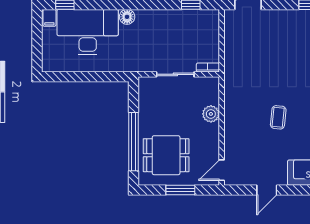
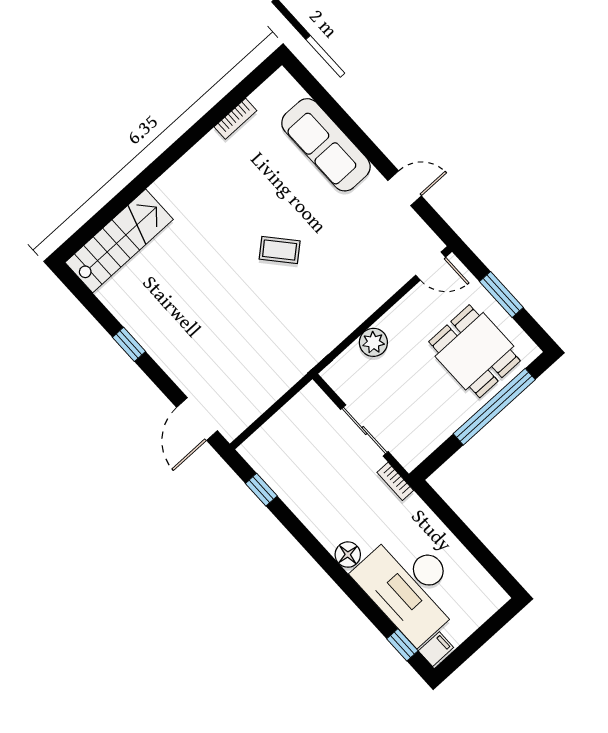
bookcase: (208, 67) -> (395, 481), moved
coffee table: (278, 117) -> (280, 250), moved, turned 43

